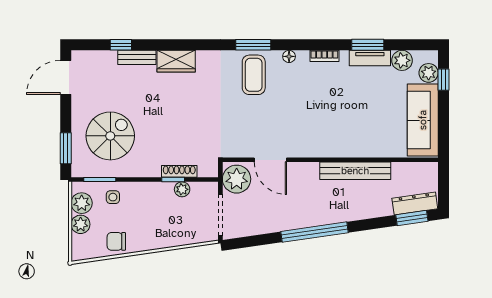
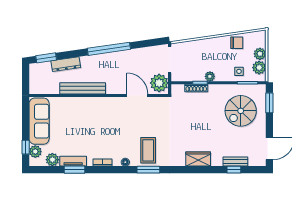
bench: (137, 57) -> (235, 162), moved
plant: (182, 189) -> (210, 76), moved
dresser: (415, 204) -> (66, 64), moved

